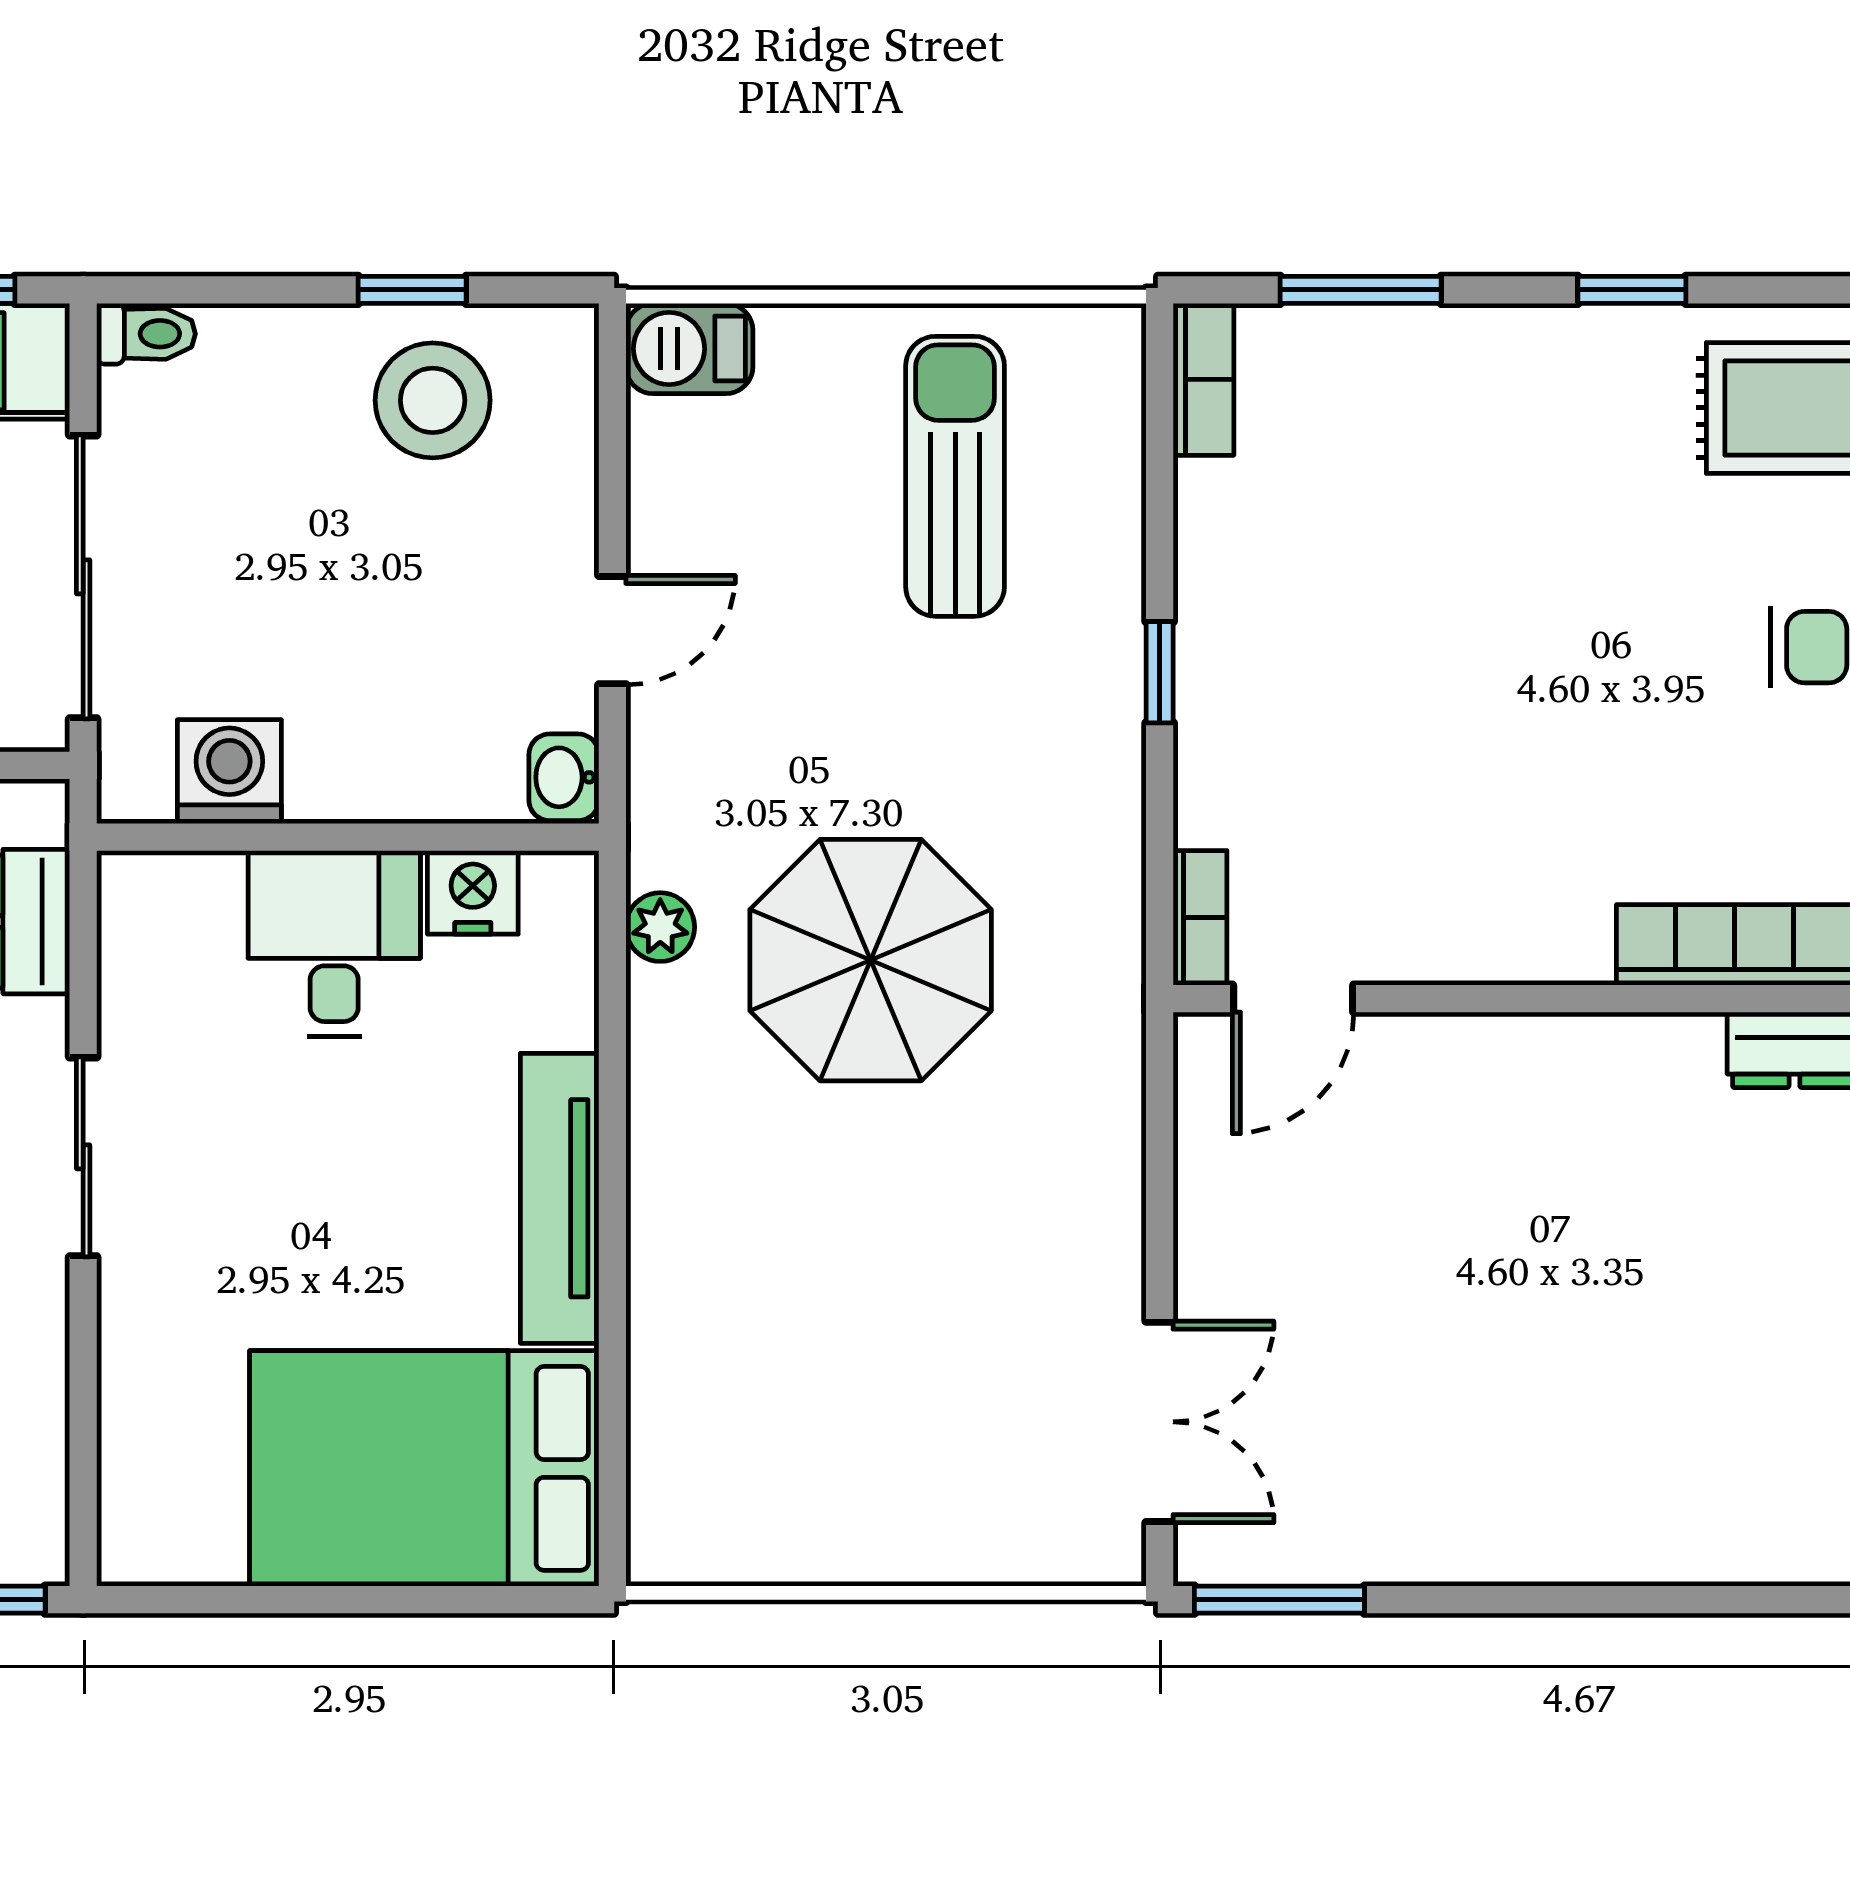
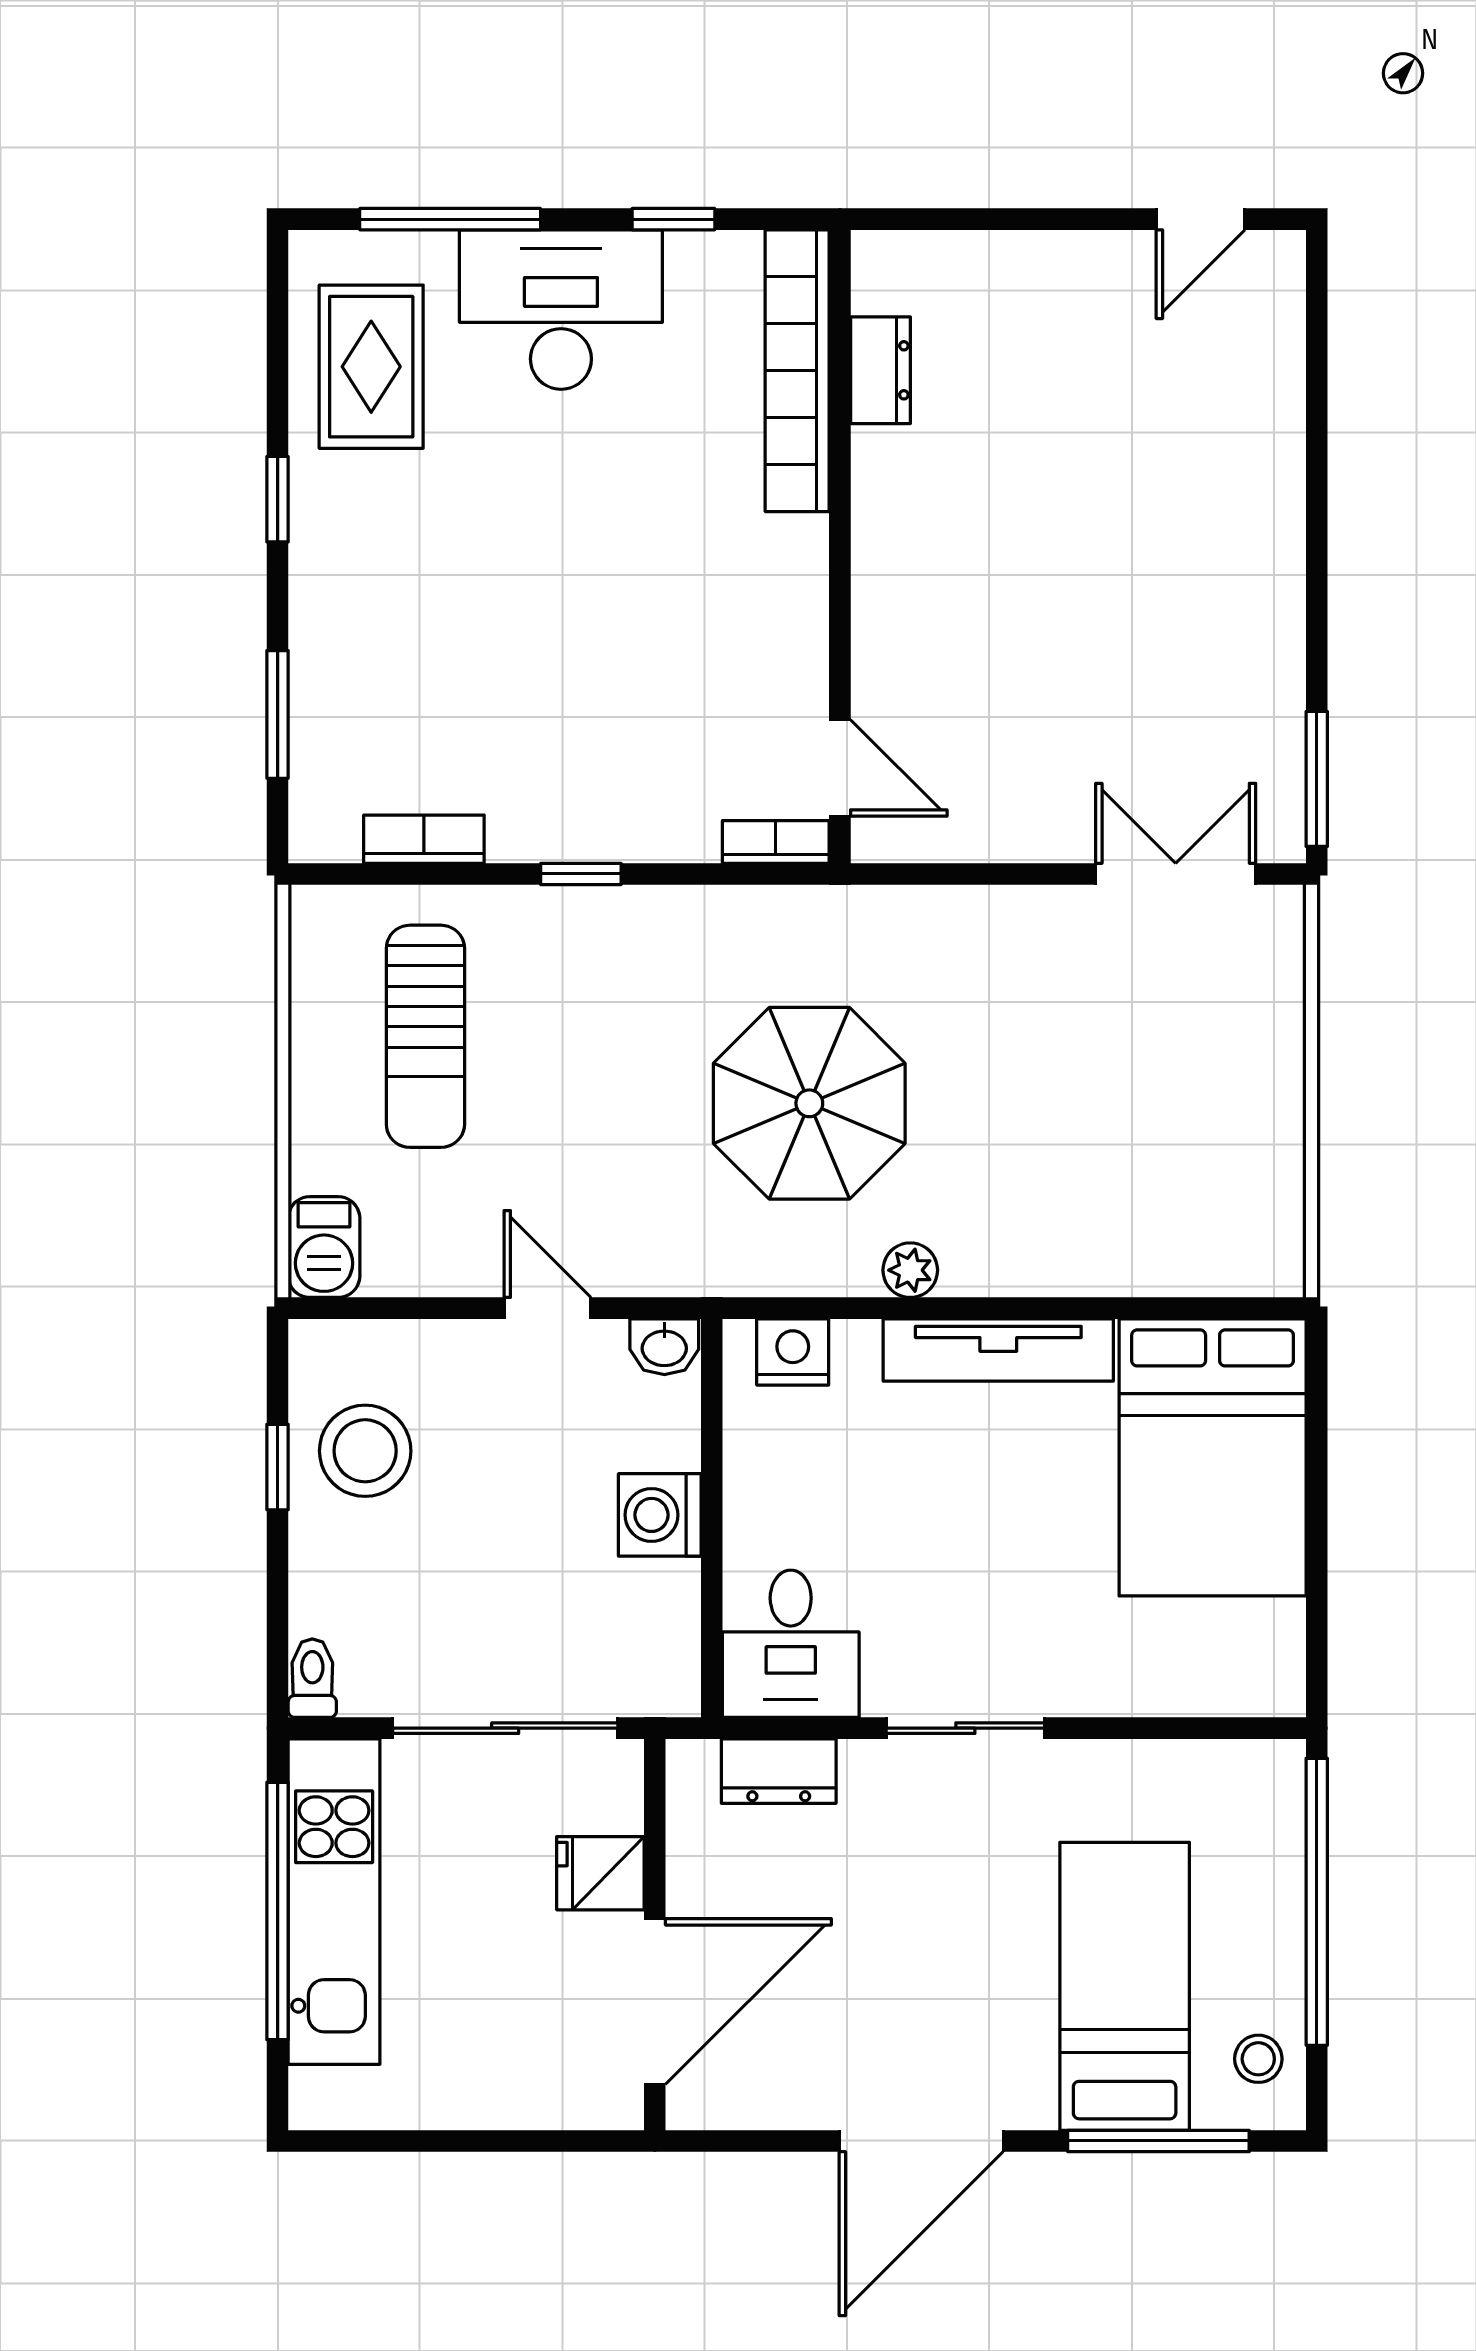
bookcase: (1203, 379) -> (424, 839), moved
sun lounger: (955, 476) -> (425, 1036), turned -90
washing machine: (229, 772) -> (660, 1515), moved
nightstand: (473, 892) -> (793, 1352), moved, turned 90
plant: (660, 927) -> (910, 1270), moved
desk: (334, 944) -> (791, 1644), moved, turned -90

